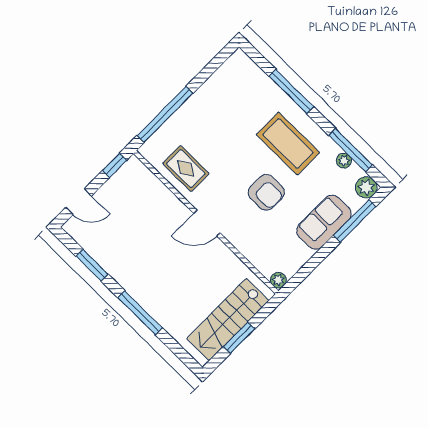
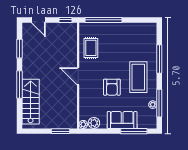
plant: (366, 187) -> (94, 123), moved
stairs: (228, 320) -> (31, 102), moved, turned 90
window: (239, 338) -> (60, 131), moved

